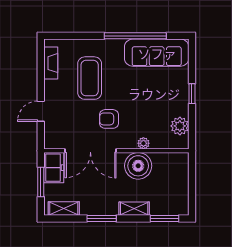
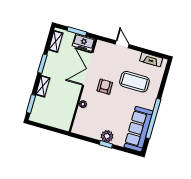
plant: (180, 126) -> (107, 136), moved
boiler: (138, 166) -> (69, 97), removed

